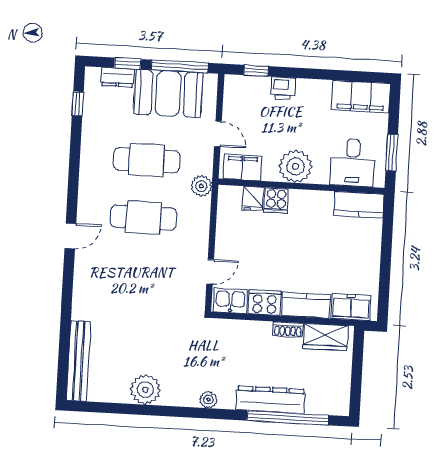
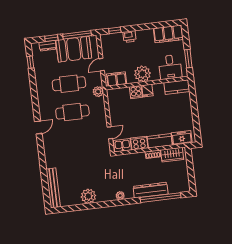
door: (218, 134) -> (102, 65), swing flipped
fridge: (253, 199) -> (147, 90), moved

